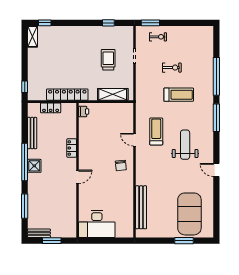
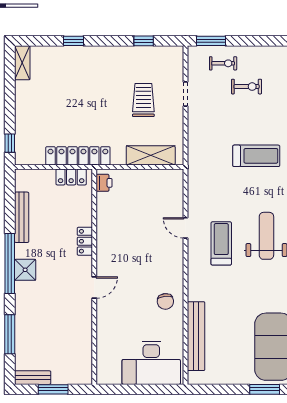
window: (45, 23) -> (73, 41), moved
exercise bike: (172, 68) -> (247, 87), moved
locker: (51, 108) -> (71, 177), moved
treadmill: (156, 131) -> (221, 243), moved
chair: (121, 165) -> (165, 301), moved
desk: (97, 224) -> (151, 363), moved

